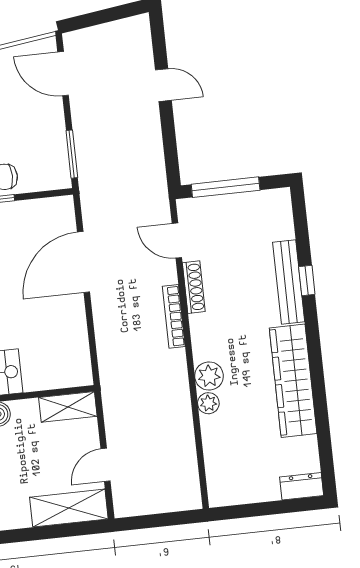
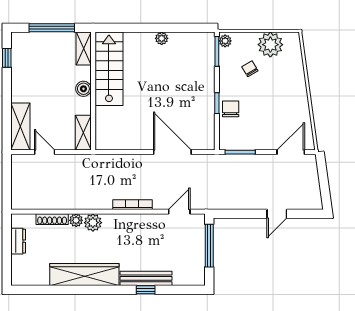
shoe rack: (194, 287) -> (52, 219), moved
dresser: (302, 486) -> (18, 241), moved

